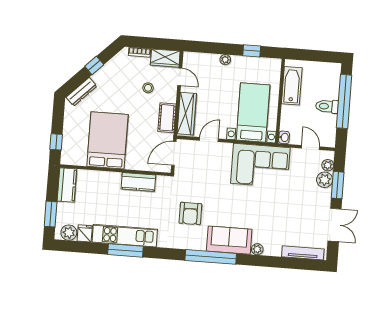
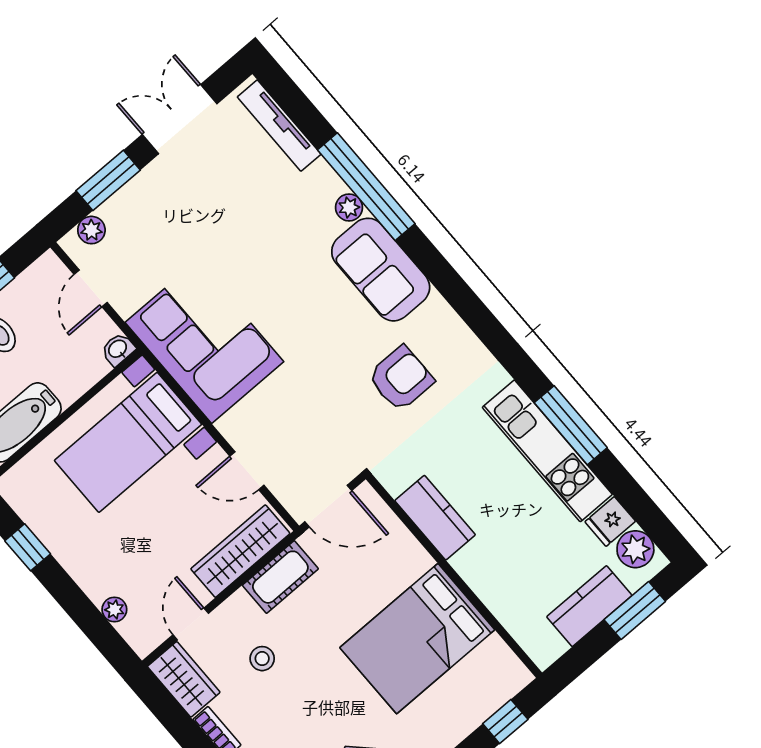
plant: (225, 60) -> (114, 610), moved
plant: (325, 180) -> (121, 211), removed
kitchen counter: (67, 185) -> (589, 606), moved
window: (211, 257) -> (366, 187), moved

